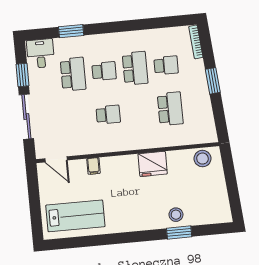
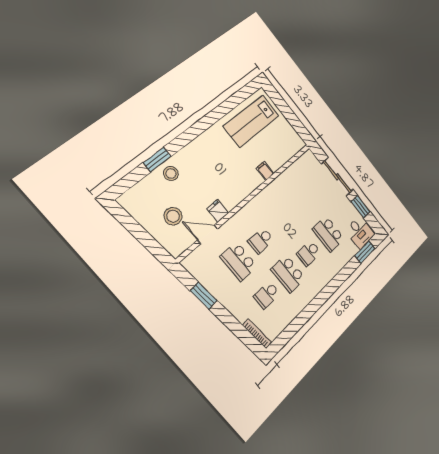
window: (71, 31) -> (365, 252), moved
window: (213, 81) -> (204, 296), moved
school desk: (108, 115) -> (261, 241), moved
door: (56, 159) -> (208, 234), moved
stool: (202, 159) -> (173, 216), moved
fridge: (153, 164) -> (218, 211), width x0.53, depth x0.75

